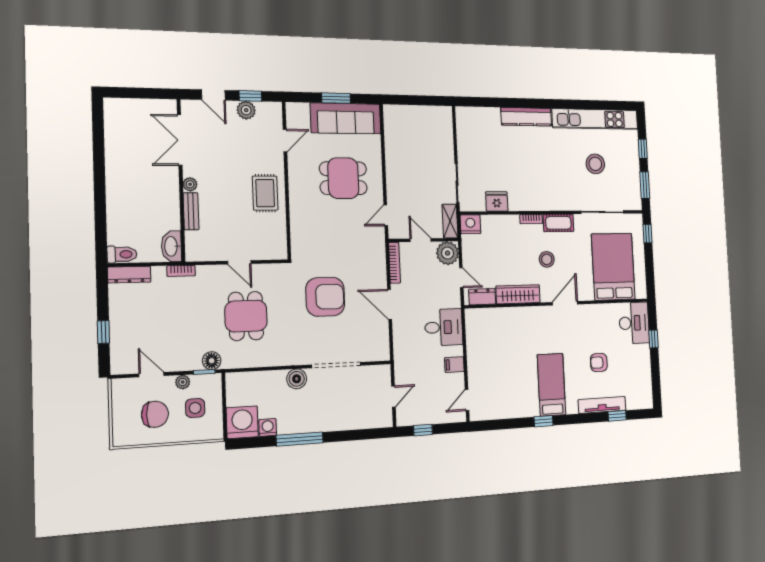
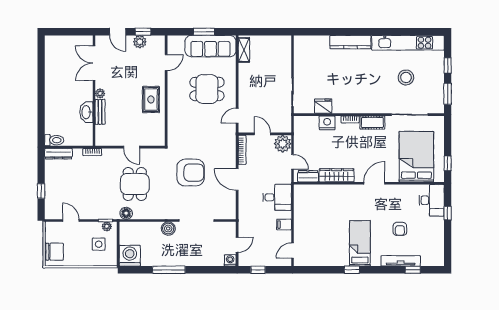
shelving: (450, 221) -> (244, 50), moved
nightstand: (470, 224) -> (327, 123), moved
window: (648, 234) -> (448, 163), moved
washbasin: (171, 246) -> (86, 112), moved
stool: (547, 259) -> (361, 150), removed
floor lamp: (212, 361) -> (126, 213), moved
armchair: (599, 362) -> (400, 229), turned -90
plant: (183, 382) -> (107, 226), moved
chair: (155, 414) -> (55, 252), moved
washing machine: (268, 427) -> (230, 260), moved

